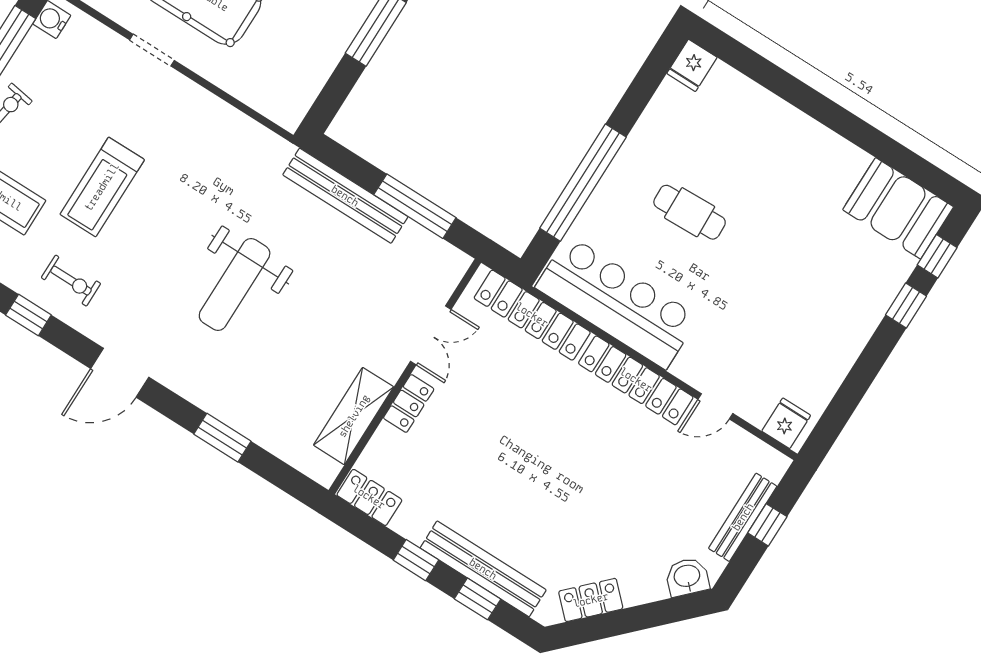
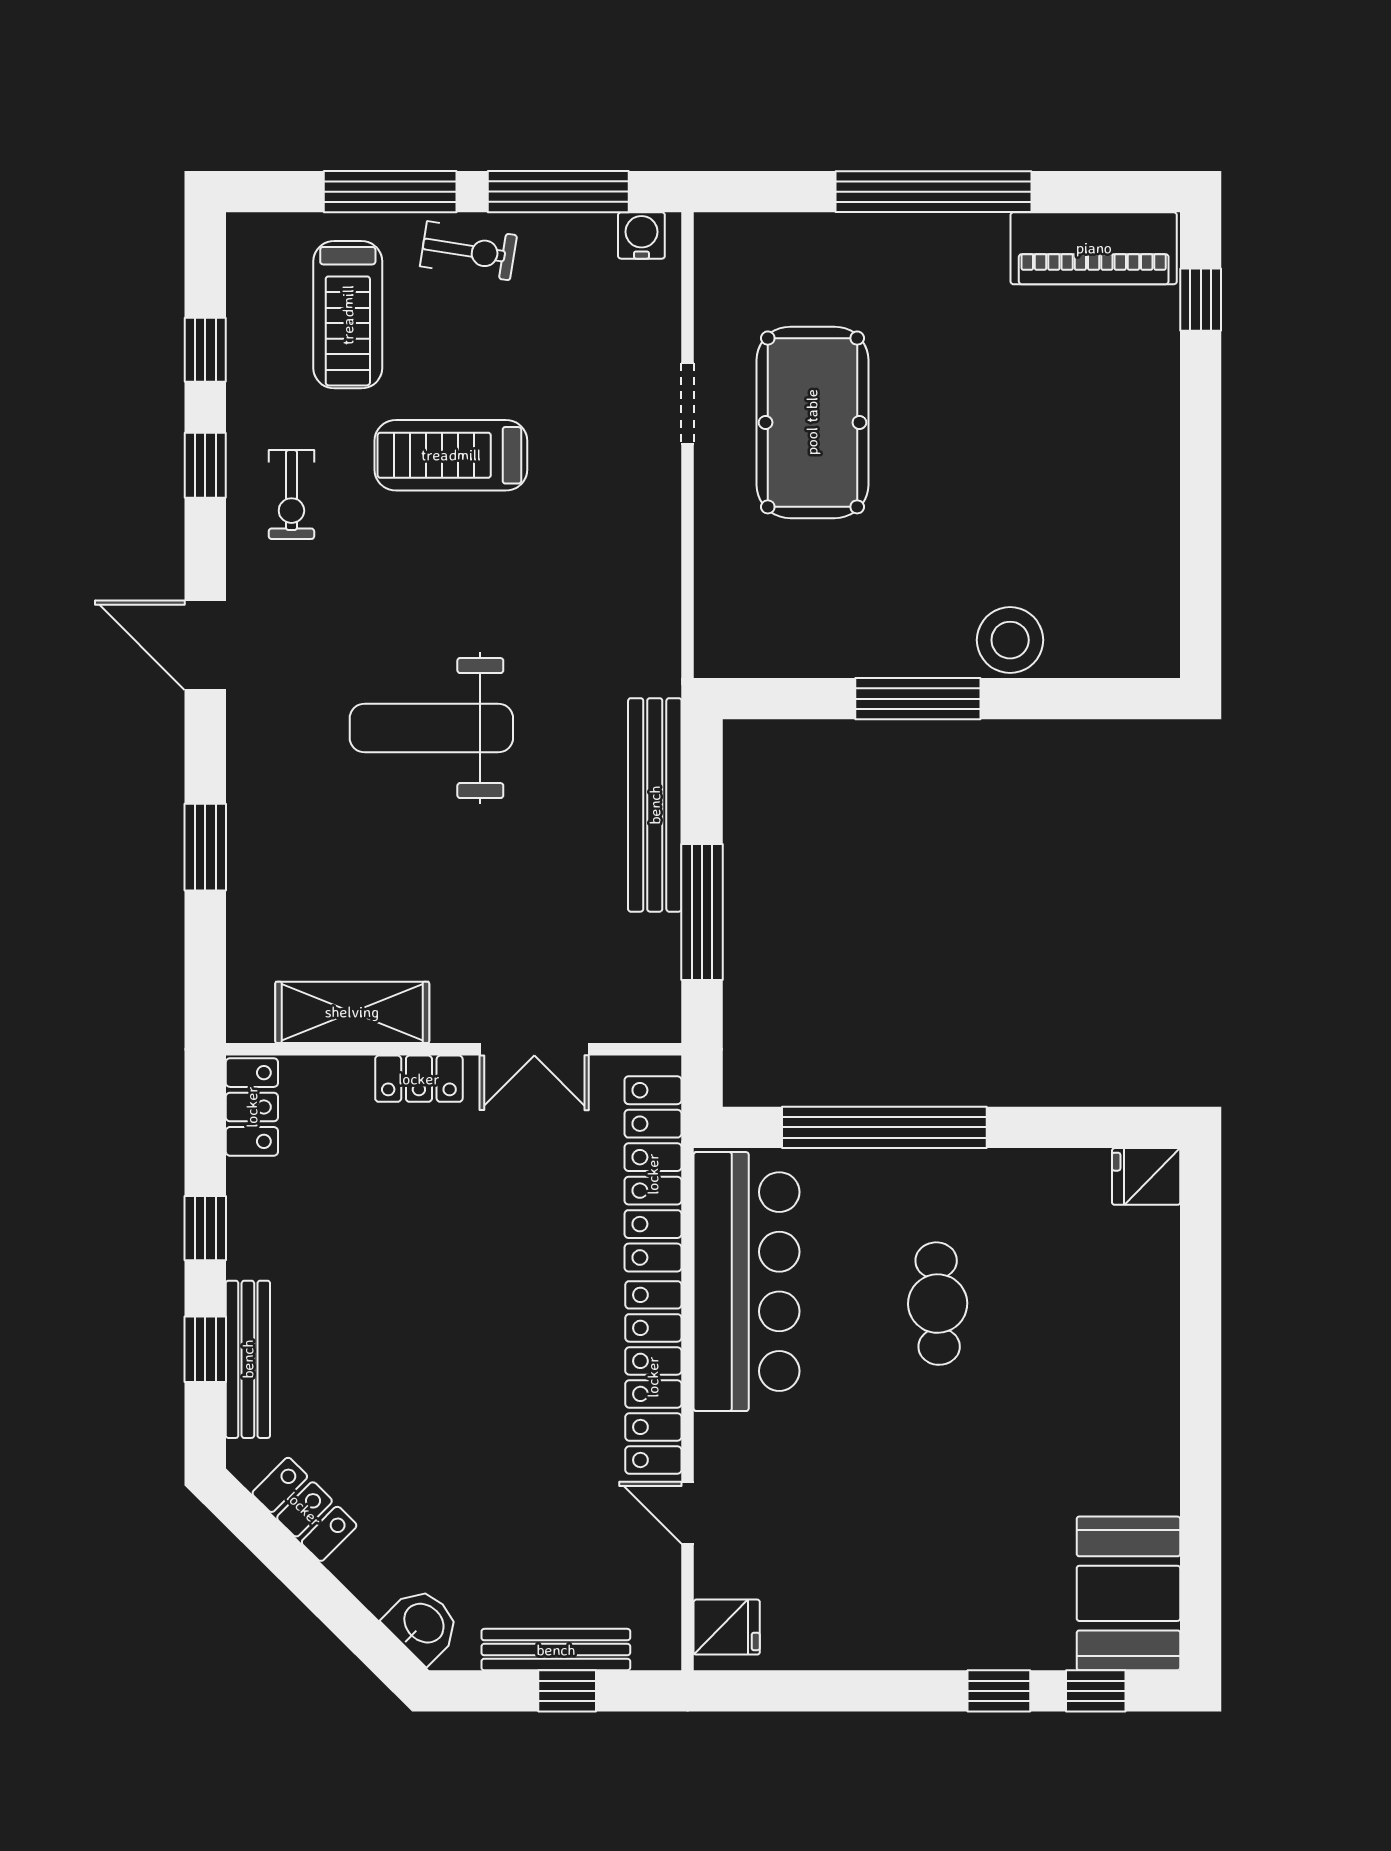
bench: (483, 569) -> (248, 1359), width x0.73, depth x0.82

